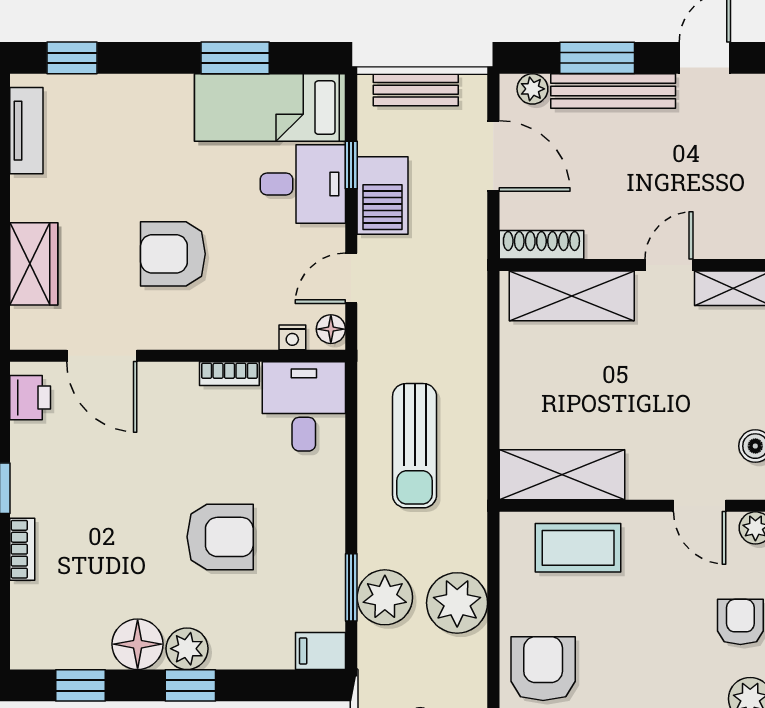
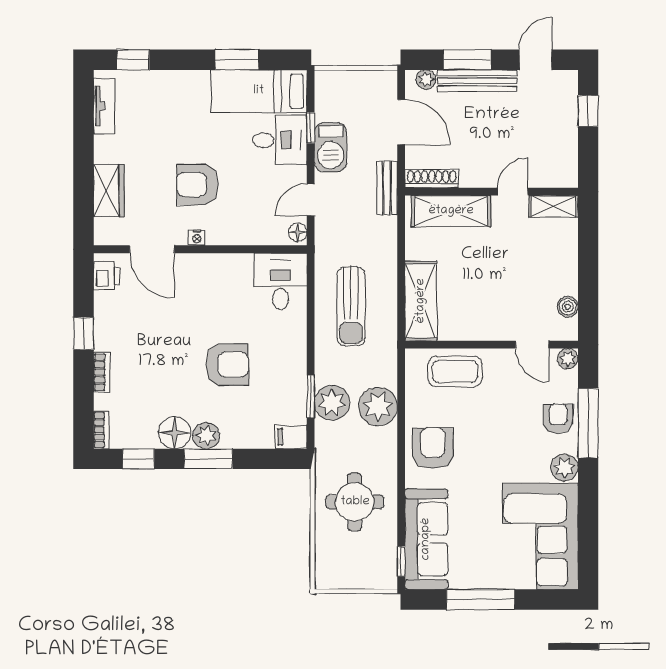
bench: (416, 90) -> (387, 188), moved, turned 90
nightstand: (292, 337) -> (197, 238), moved
bookcase: (229, 374) -> (101, 430), moved, turned -90
shelving: (562, 475) -> (421, 301), moved, turned 90
window: (190, 685) -> (208, 459), width x1.50

